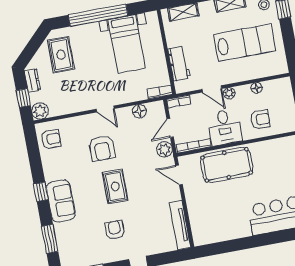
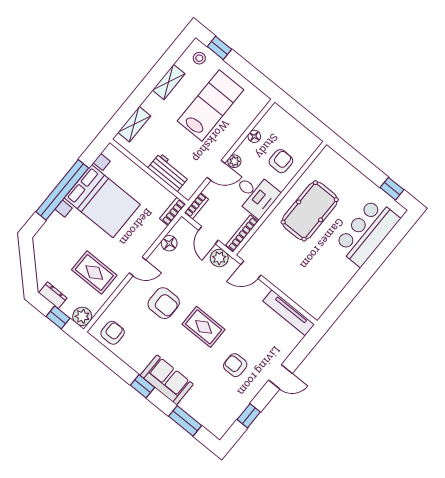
bed with nightstands: (127, 44) -> (102, 201), width x1.36
rug: (61, 55) -> (94, 273), moved
pool table: (227, 165) -> (310, 211), moved

